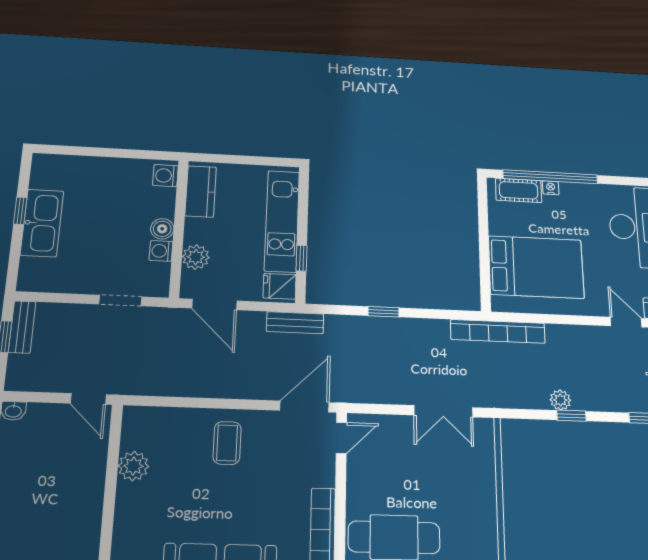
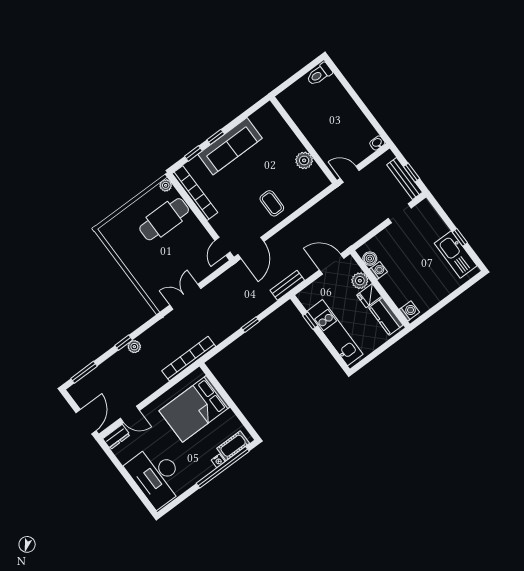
kitchen sink: (42, 223) -> (456, 255), moved
boiler: (162, 229) -> (370, 259), moved
fridge: (280, 286) -> (369, 296), moved, turned 180
doorway: (120, 300) -> (400, 213), moved
bench: (22, 327) -> (405, 179), width x1.36

